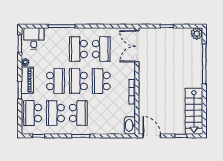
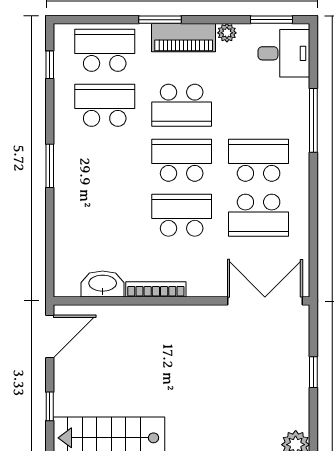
school desk: (78, 113) -> (105, 160), removed
washbasin: (130, 125) -> (103, 284), moved

